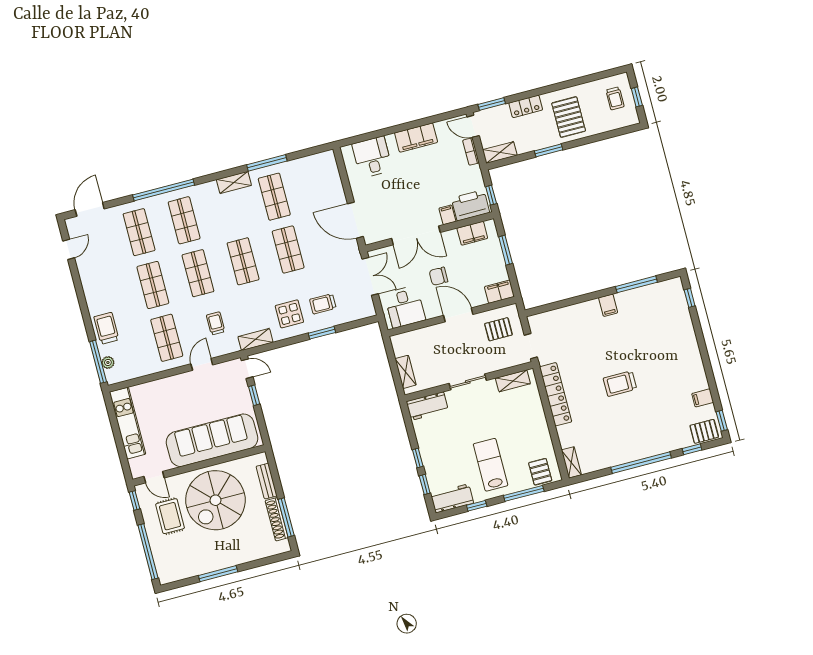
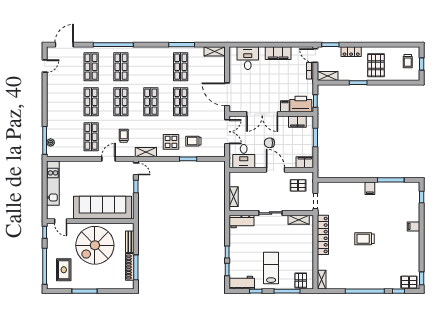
shelving: (234, 182) -> (215, 51), moved
trolley: (106, 328) -> (55, 121), removed
filing cabinet: (703, 398) -> (413, 226), moved
rug: (170, 516) -> (64, 270), moved

